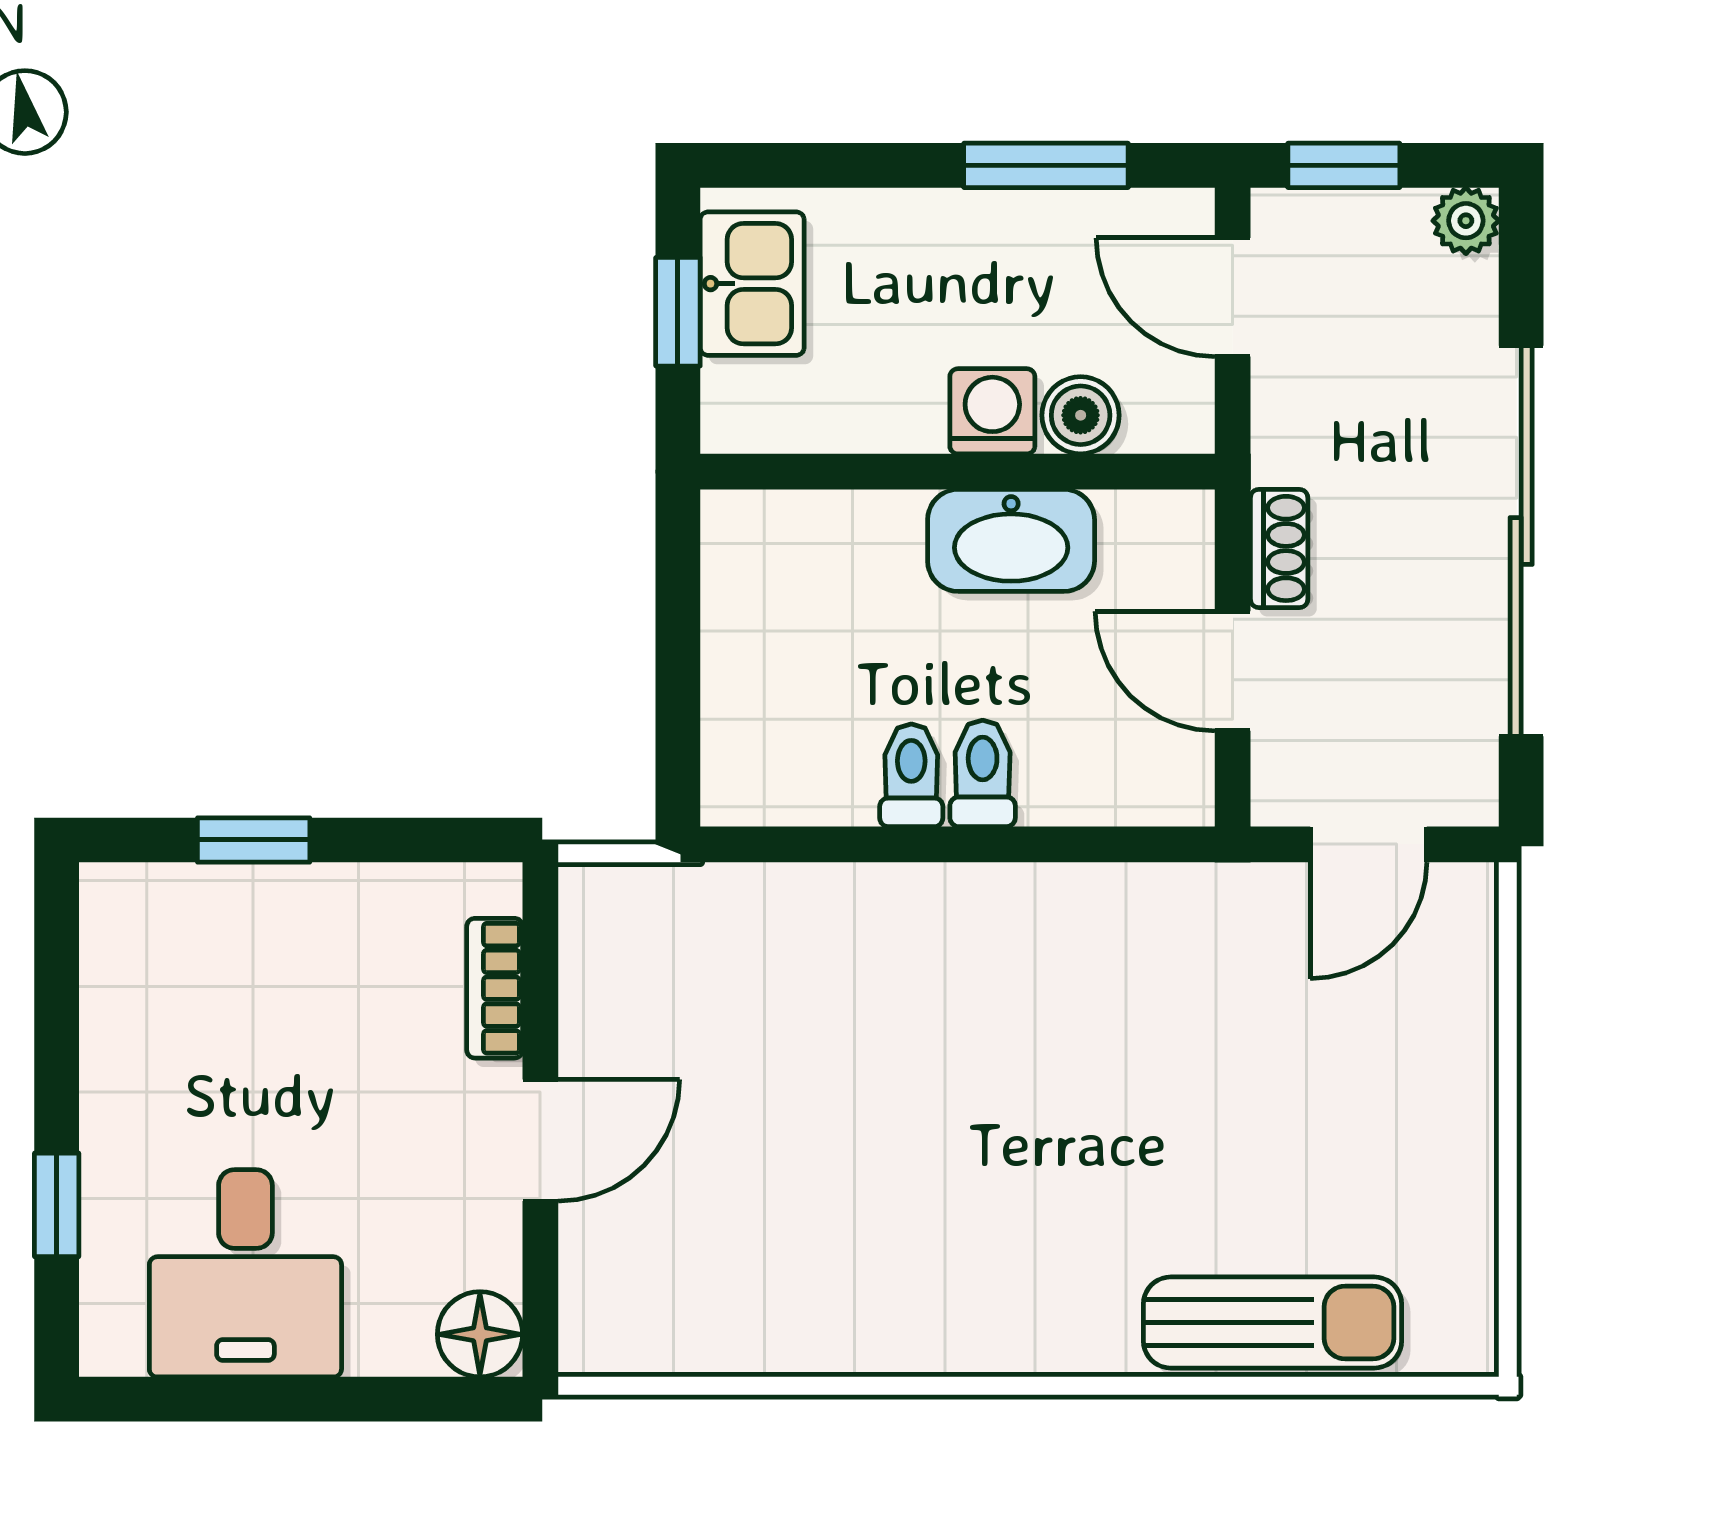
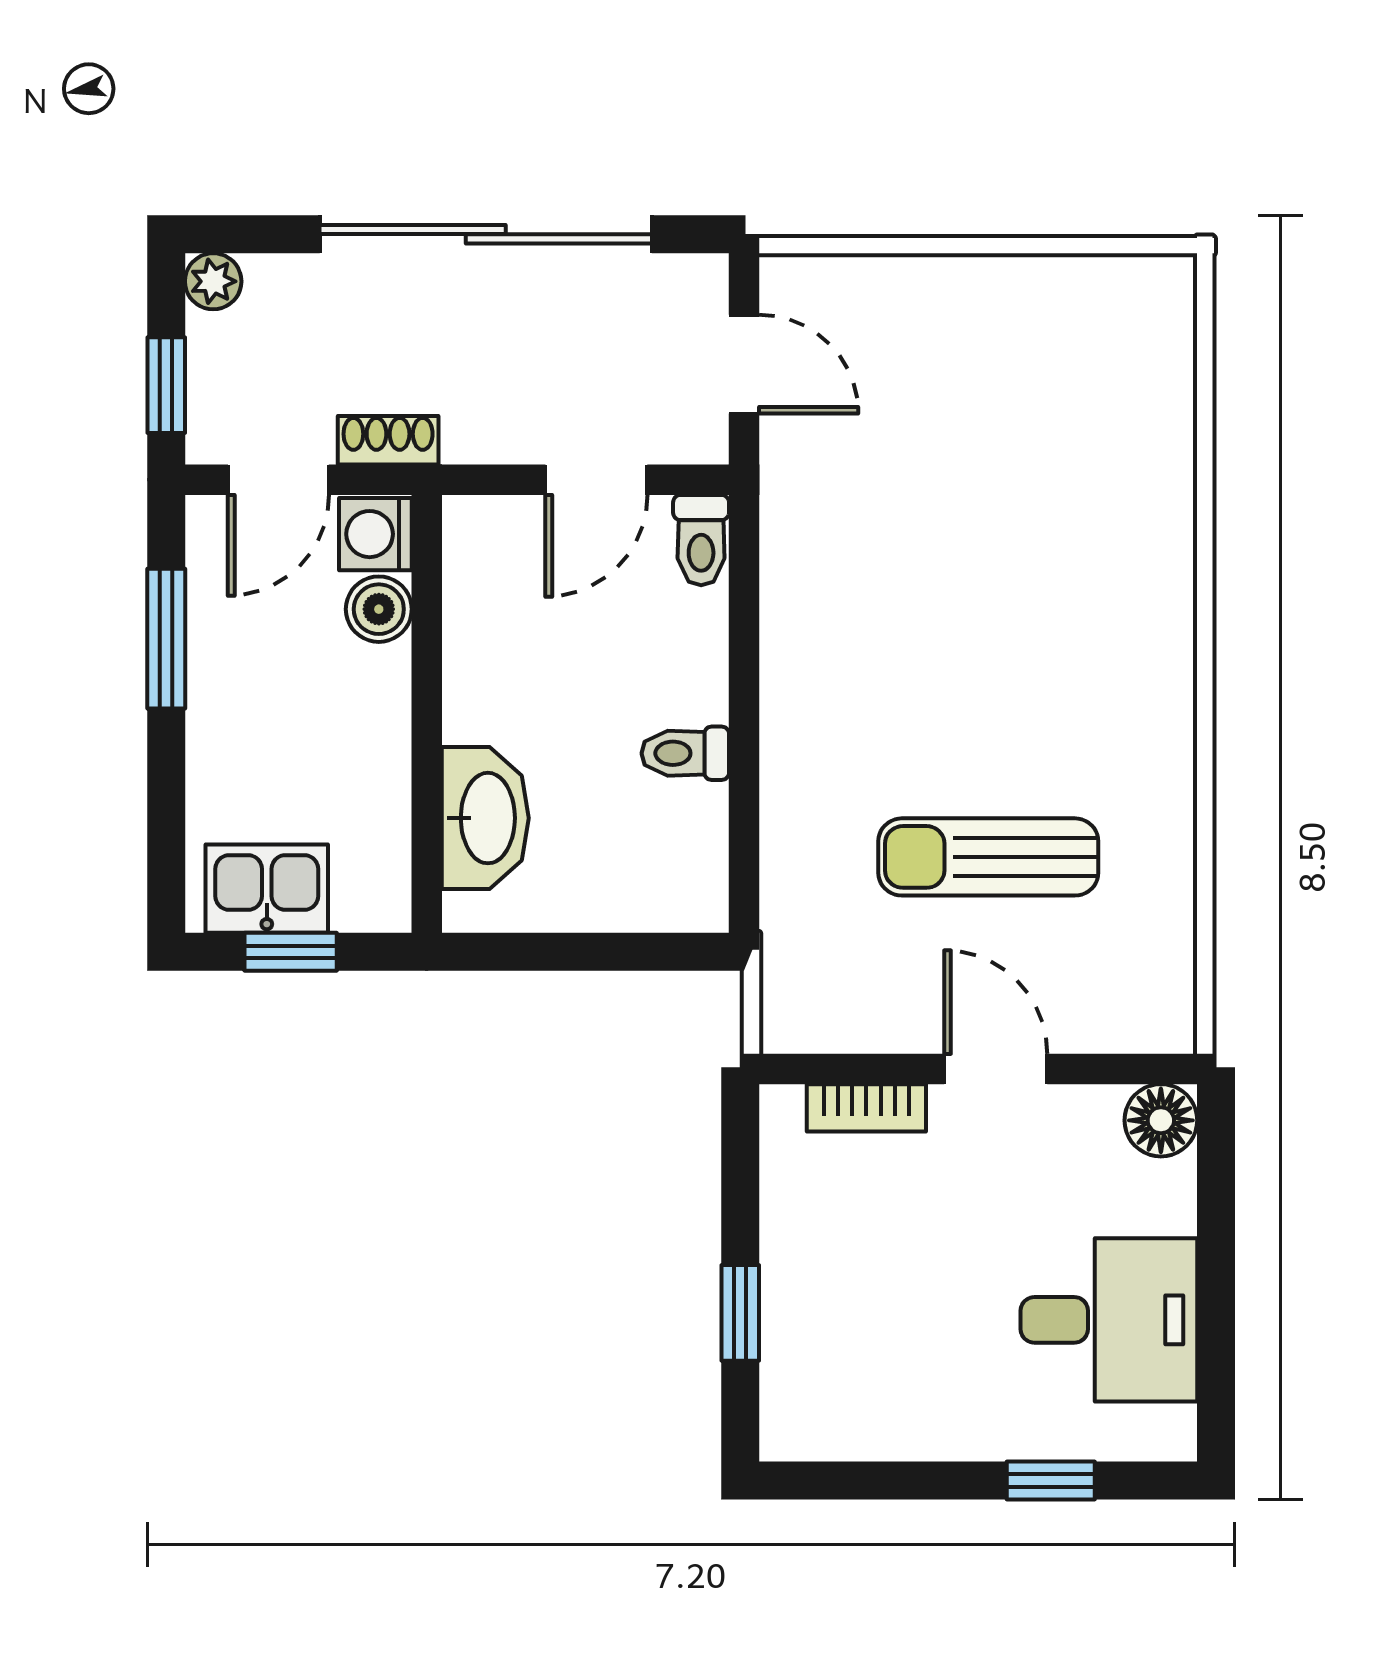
washing machine: (992, 411) -> (375, 534), moved
washbasin: (1011, 540) -> (485, 818), moved
shoe rack: (1279, 548) -> (388, 440), moved
toilet: (983, 773) -> (701, 540), moved, turned -90
sun lounger: (1272, 1323) -> (988, 857), moved, turned -90

